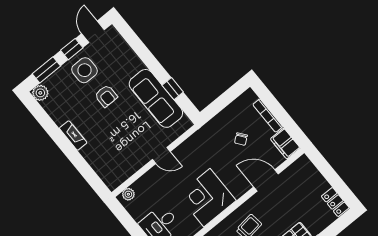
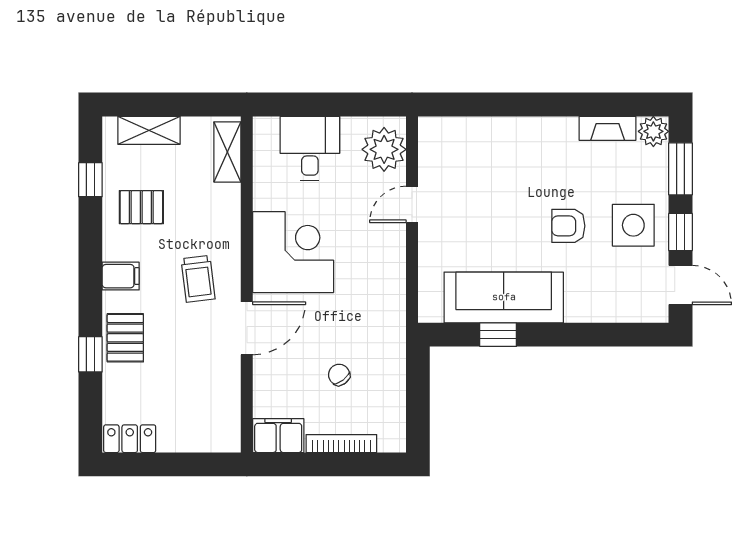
fireplace: (73, 135) -> (608, 128), moved
door: (161, 156) -> (412, 204), moved
door: (266, 180) -> (247, 328), moved
plant: (128, 194) -> (384, 149), width x1.87, depth x1.87

